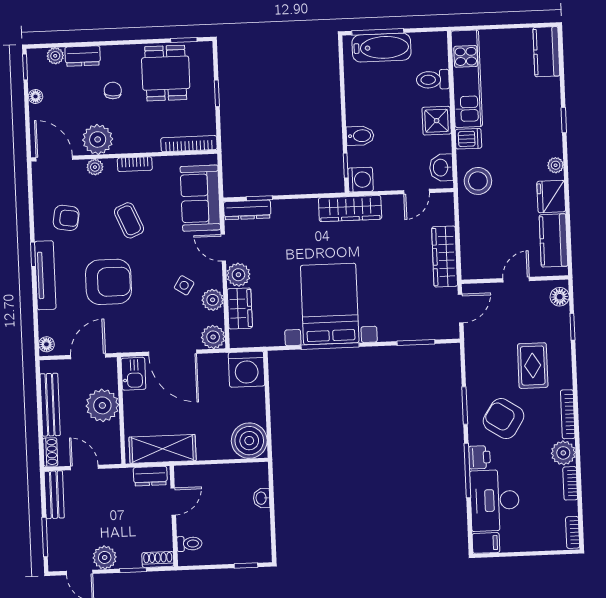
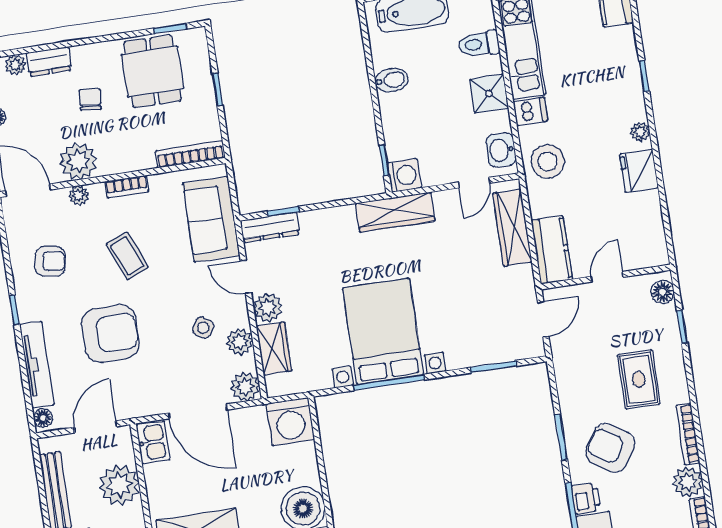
bidet: (360, 136) -> (392, 80), moved
kitchen counter: (554, 240) -> (552, 250), moved, turned 180
wardrobe: (445, 257) -> (512, 228), moved
tv unit: (45, 275) -> (37, 365), moved

